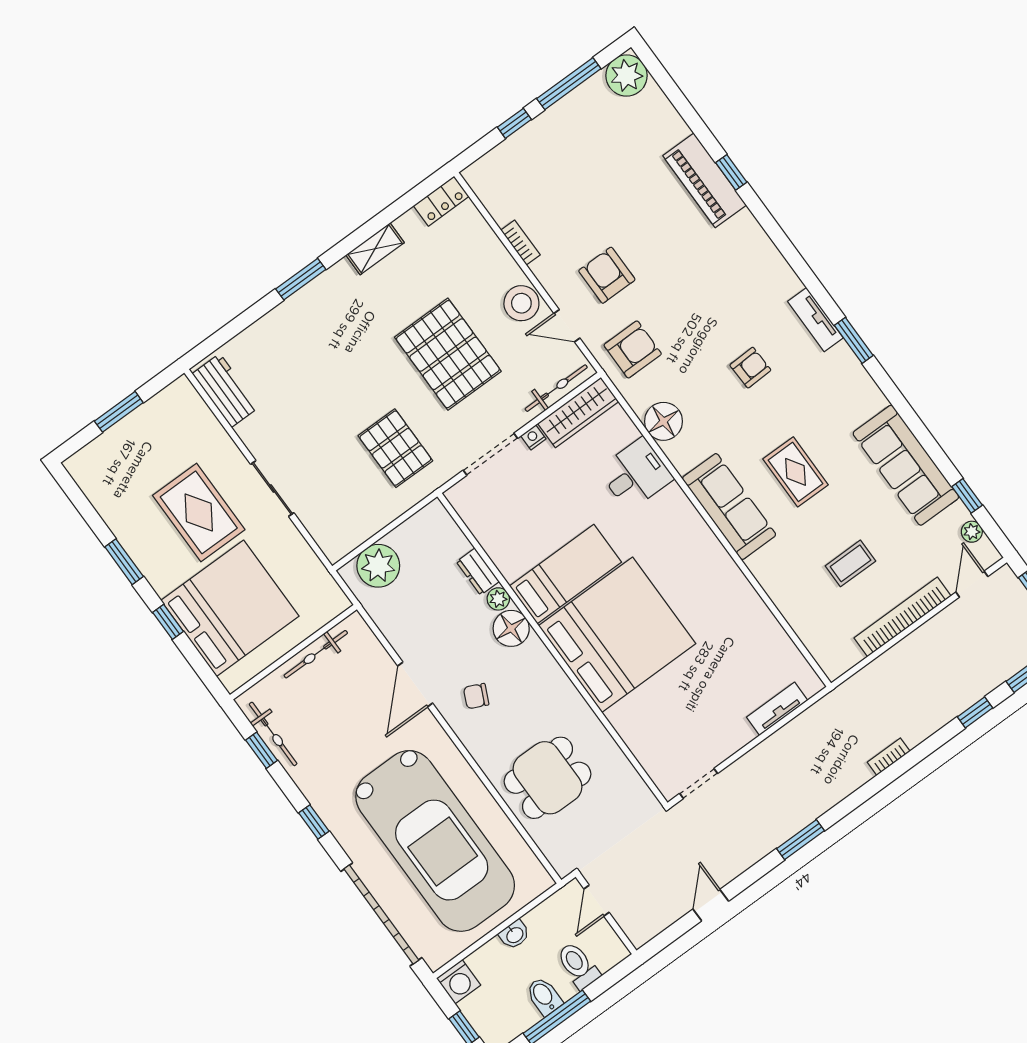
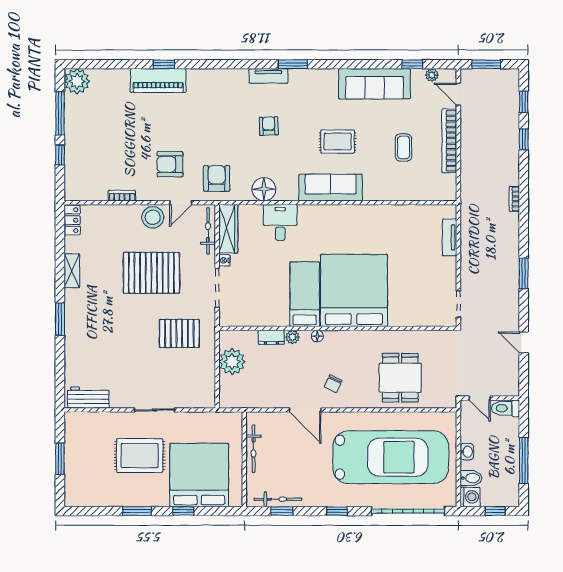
plant: (378, 566) -> (232, 362), moved
floor lamp: (511, 628) -> (317, 336), width x0.53, depth x0.53
toilet: (578, 966) -> (506, 408), moved
bidet: (544, 996) -> (471, 478), moved, turned 180

